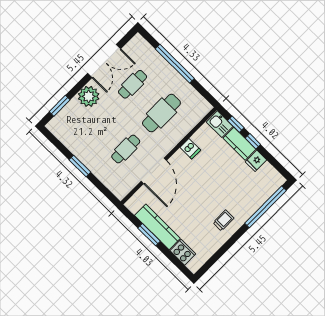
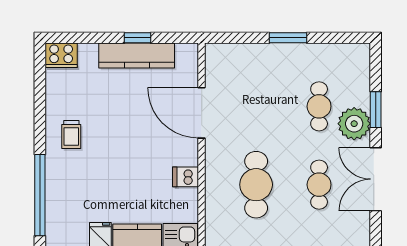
window: (60, 106) -> (376, 110), moved
cafe table: (126, 149) -> (319, 106), moved
window: (149, 235) -> (137, 38), width x0.67
cooker: (183, 252) -> (61, 55), moved

